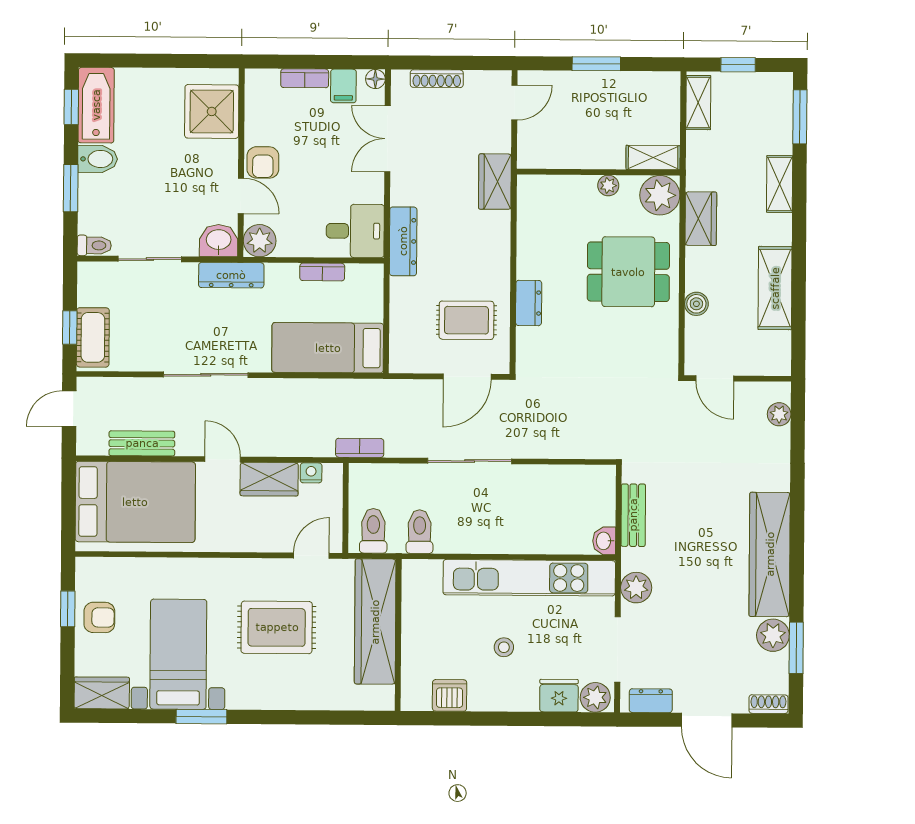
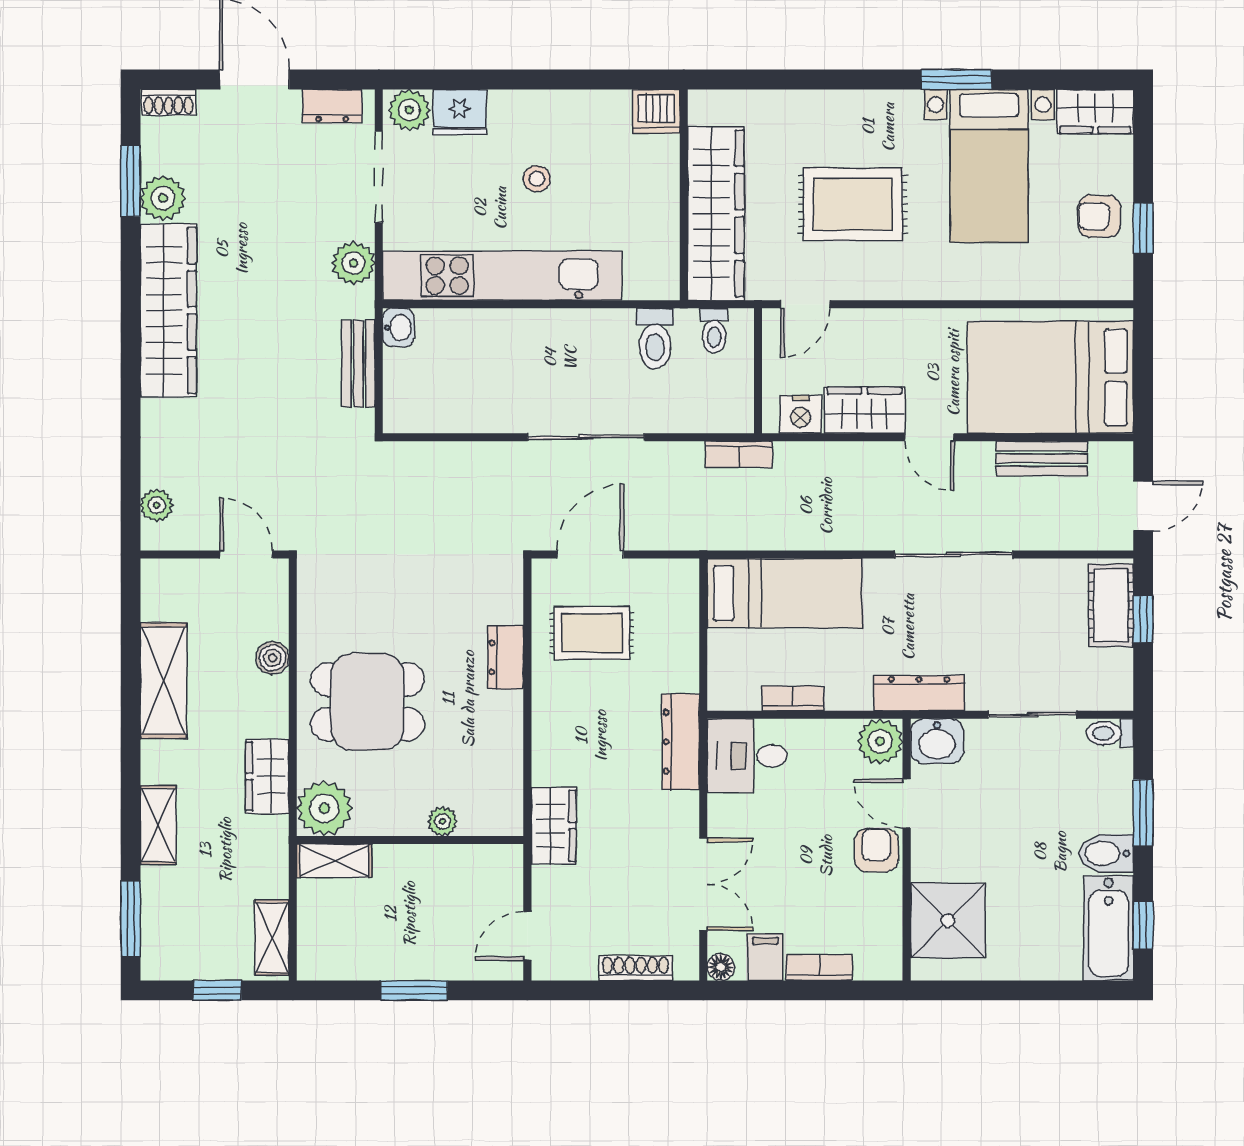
plant: (608, 185) -> (442, 821), moved
nightstand: (311, 473) -> (801, 414), width x1.39, depth x1.35
toilet: (373, 531) -> (714, 331), width x0.73, depth x0.72
dishwasher: (450, 695) -> (656, 111), moved

